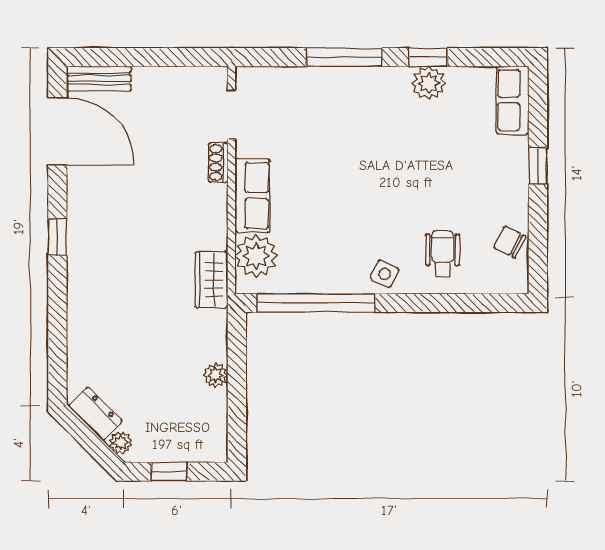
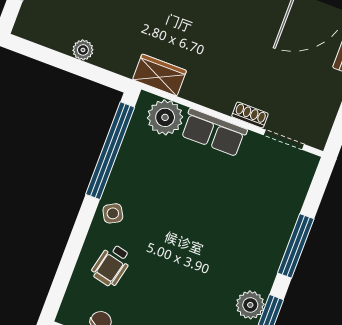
wheelchair: (443, 254) -> (112, 265), turned 103
side table: (385, 274) -> (113, 213), turned 36

